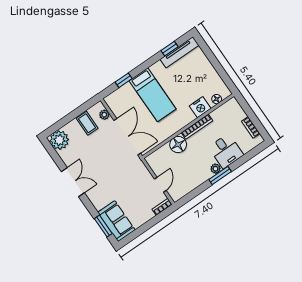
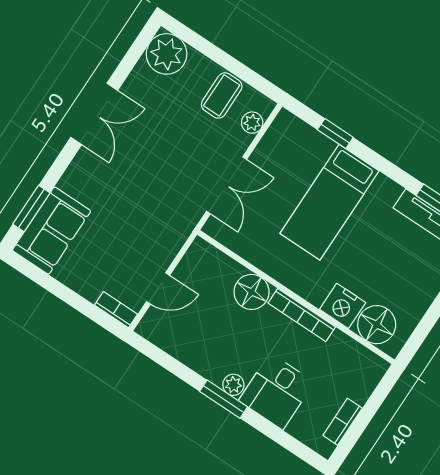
floor lamp: (217, 99) -> (377, 325), width x1.89, depth x1.89
double door: (127, 137) -> (227, 185), width x0.73

